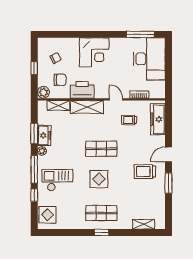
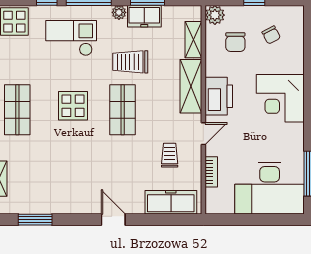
printer: (82, 90) -> (219, 96), moved
trolley: (145, 172) -> (130, 62), moved, turned -90
checkout: (58, 180) -> (71, 38), turned -90
window: (168, 183) -> (35, 220), moved

